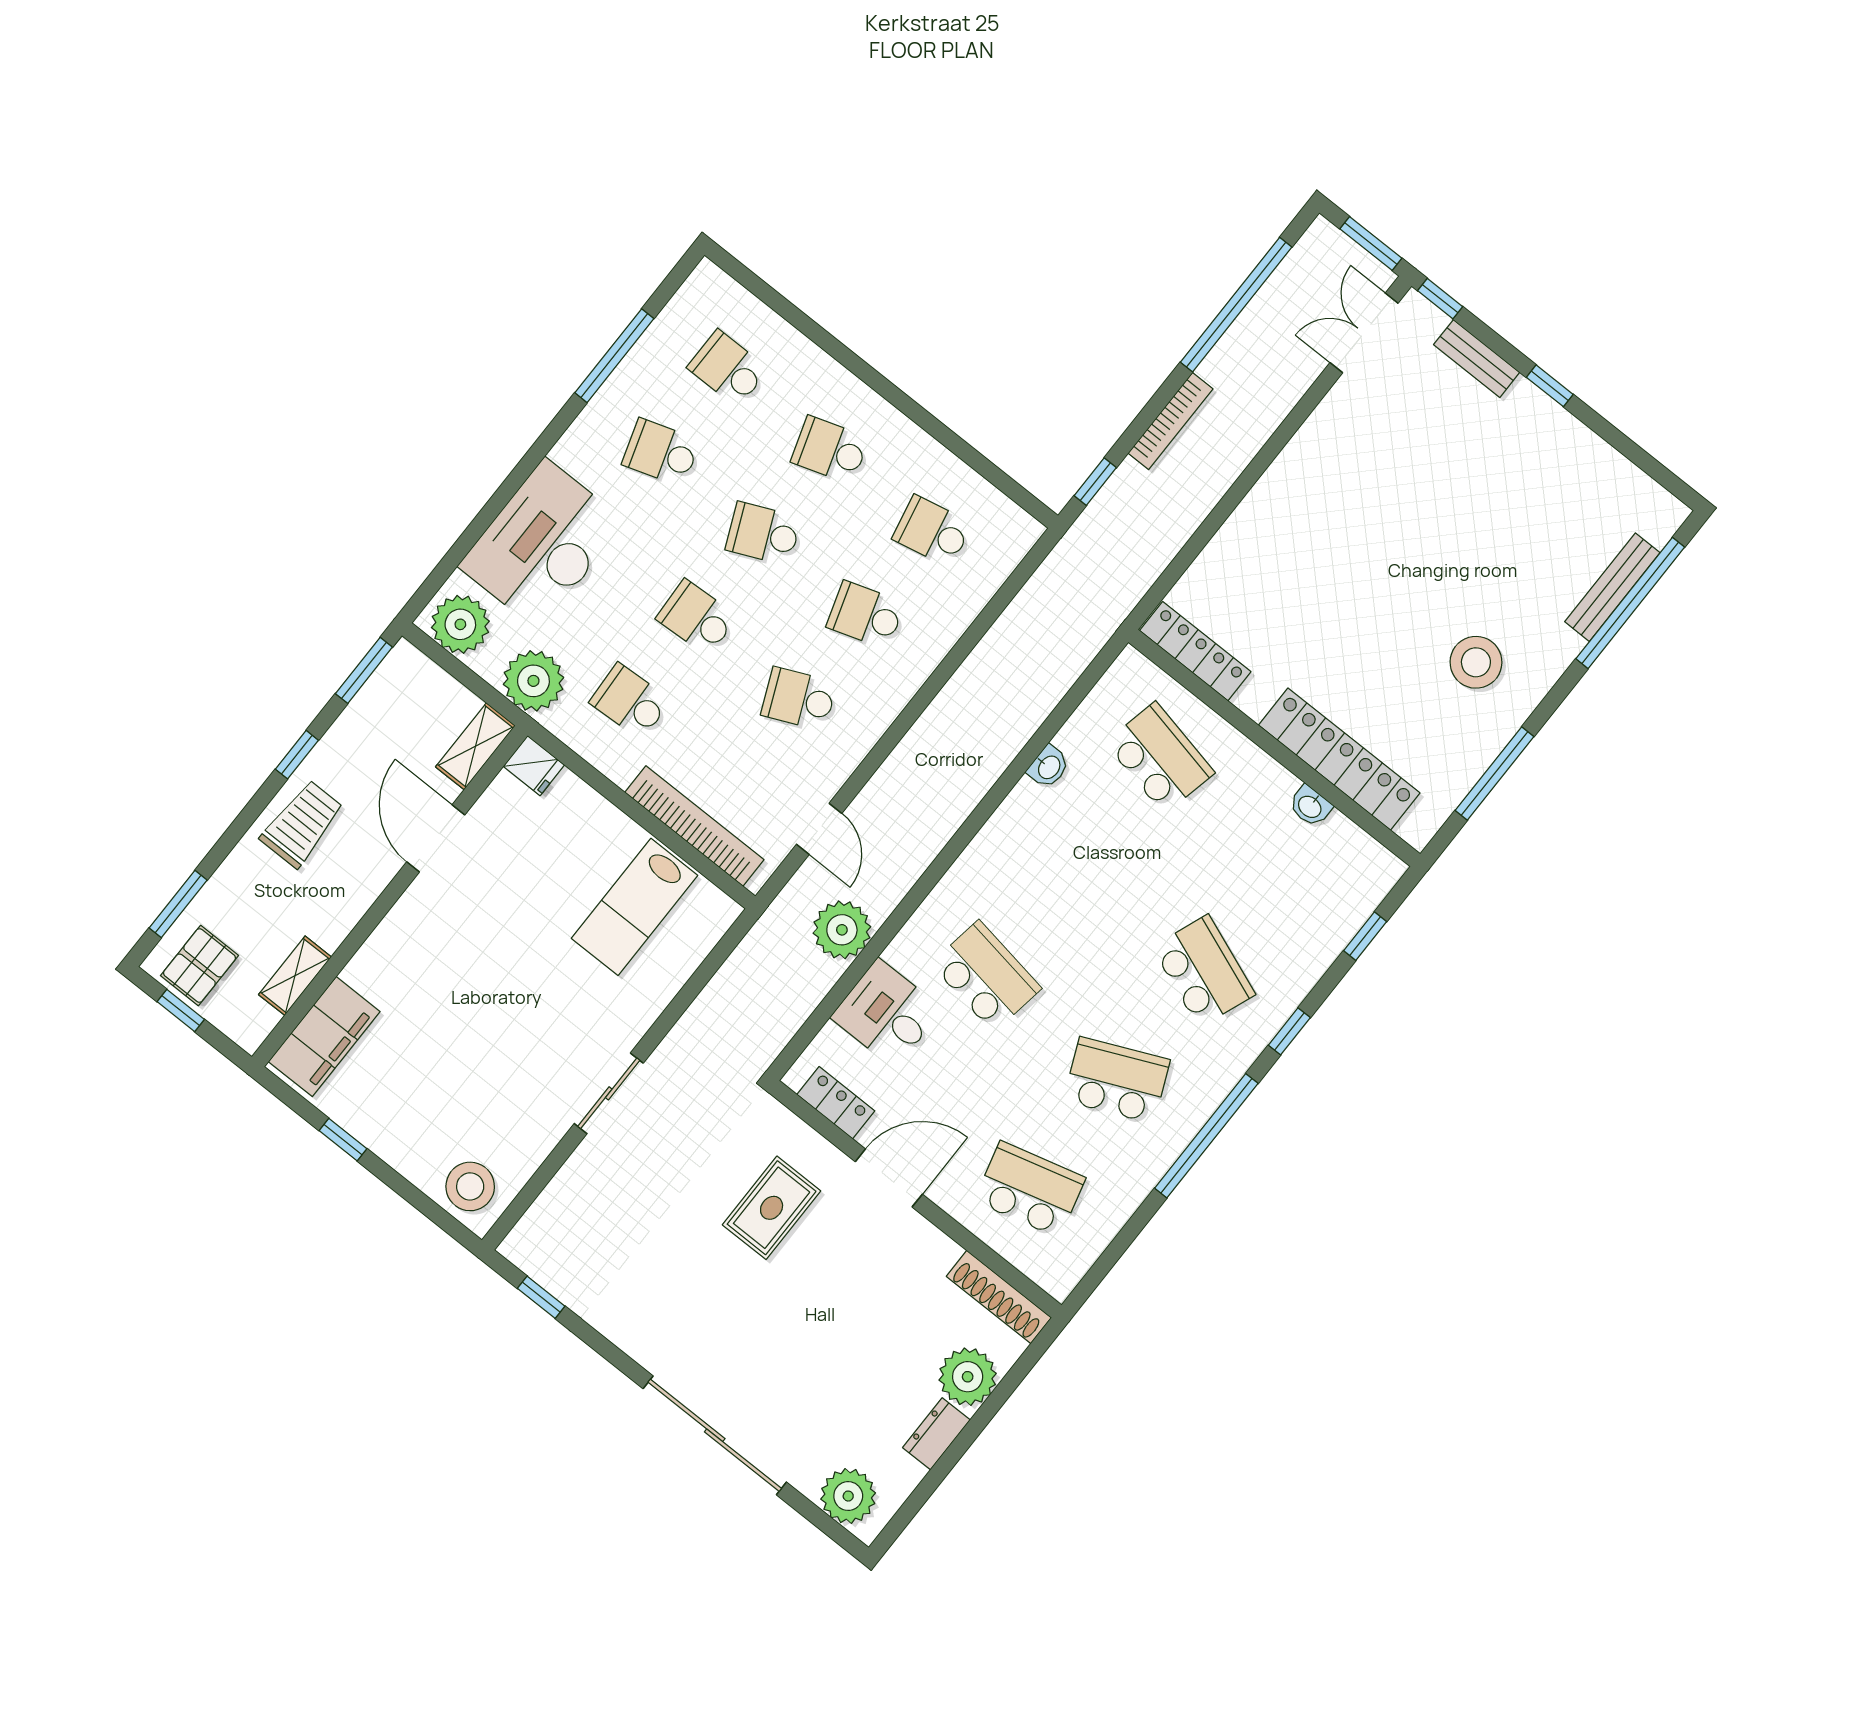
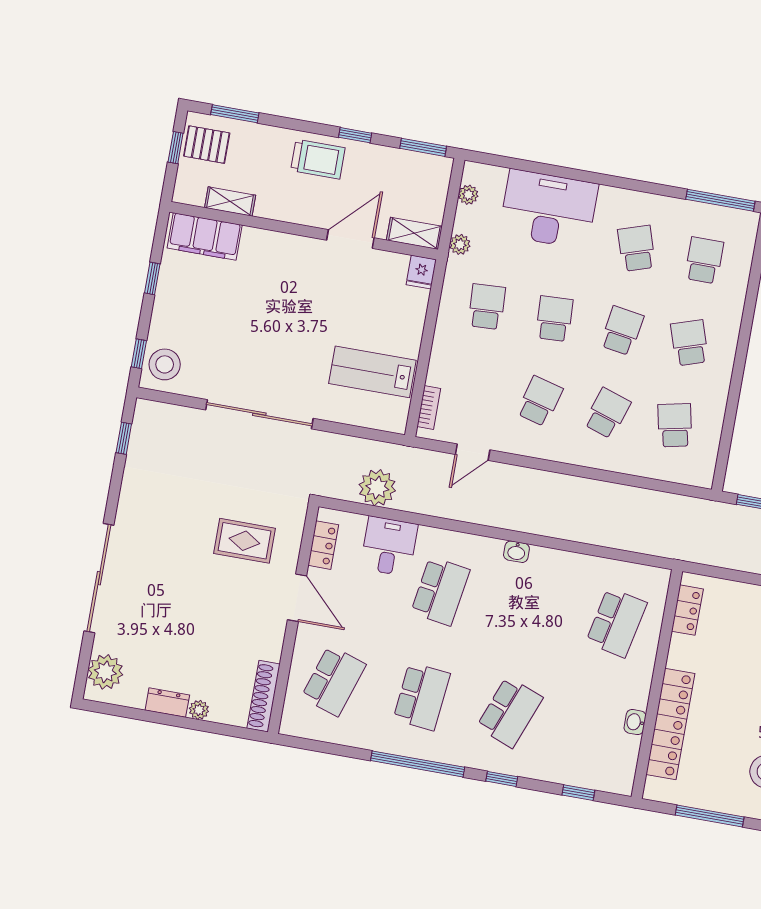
window: (614, 356) -> (720, 200), moved
school desk: (763, 534) -> (622, 331), turned 33
school desk: (866, 615) -> (607, 413), turned 36
plant: (460, 624) -> (468, 195), width x0.53, depth x0.53
locker: (1195, 651) -> (687, 610), width x0.66
plant: (533, 681) -> (460, 244), width x0.53, depth x0.53
school desk: (799, 699) -> (540, 401), turned 39
washbasin: (1048, 767) -> (516, 552), moved
bookcase: (694, 826) -> (429, 408), width x0.43, depth x0.76
plant: (842, 930) -> (377, 488), moved
school desk: (1117, 1080) -> (422, 696), turned 30
sliding door: (609, 1093) -> (259, 414), width x1.86
school desk: (1030, 1189) -> (334, 681), turned 33
window: (436, 1214) -> (139, 354), added
plant: (968, 1377) -> (199, 710), width x0.53, depth x0.53

